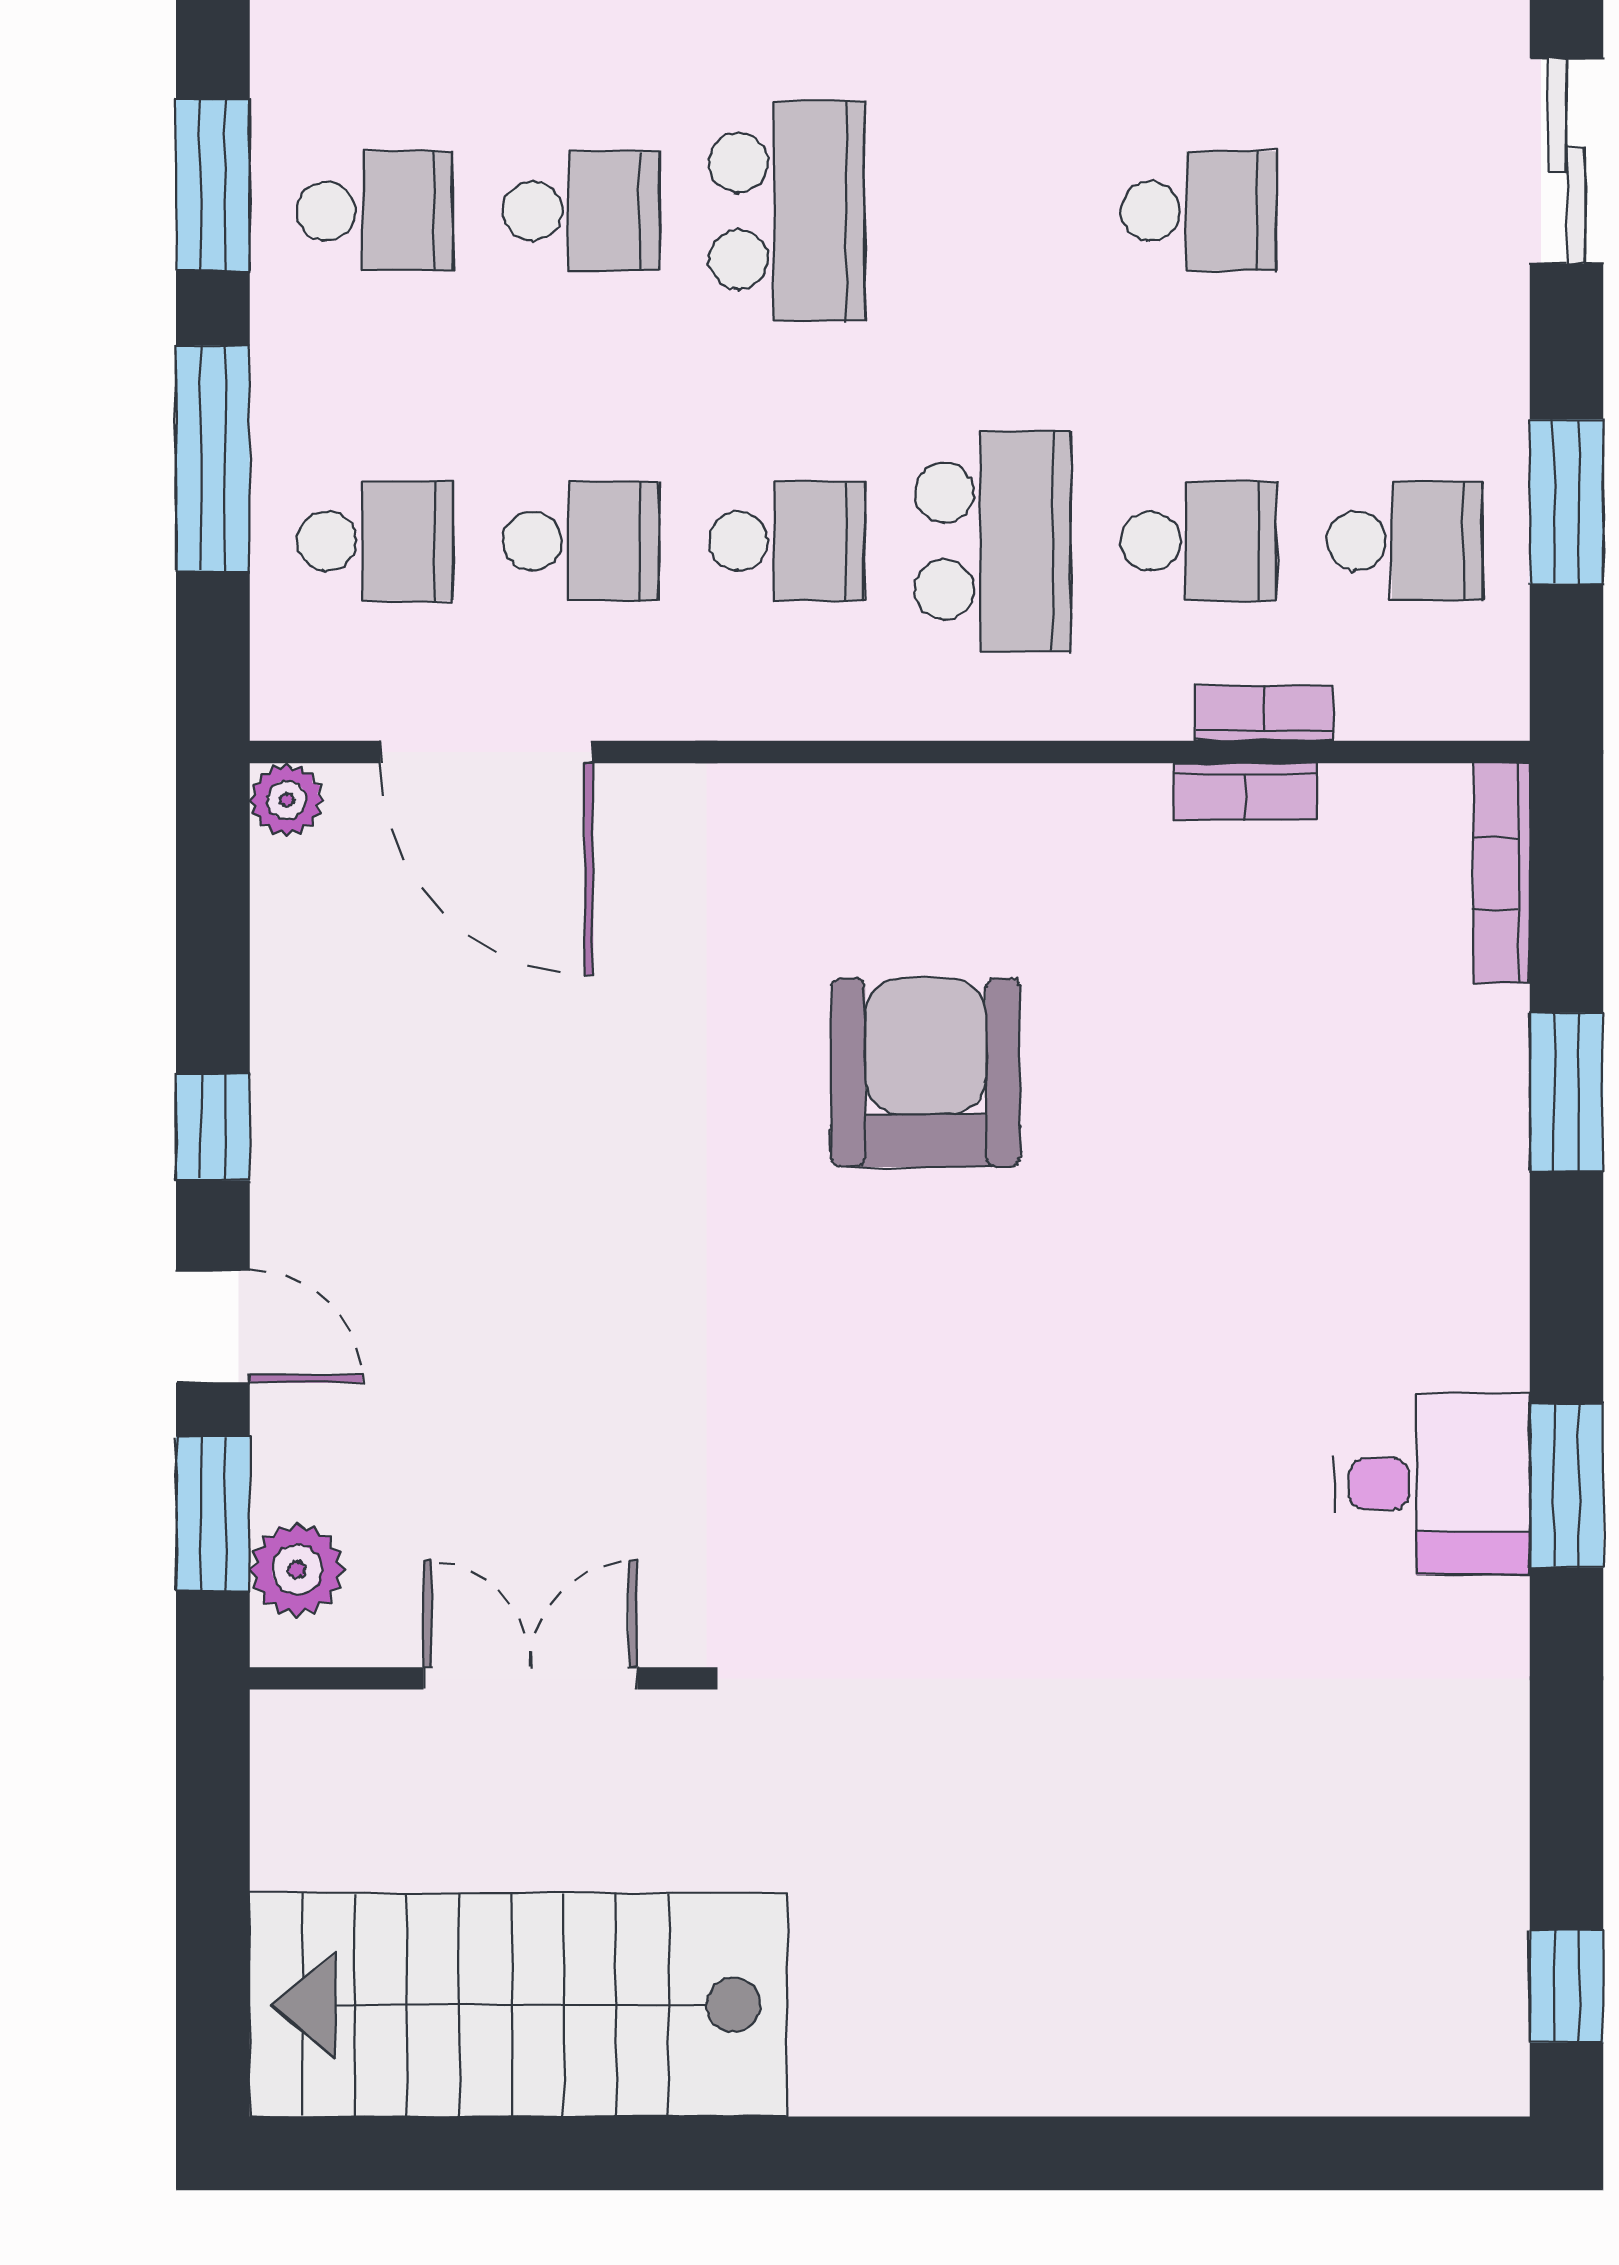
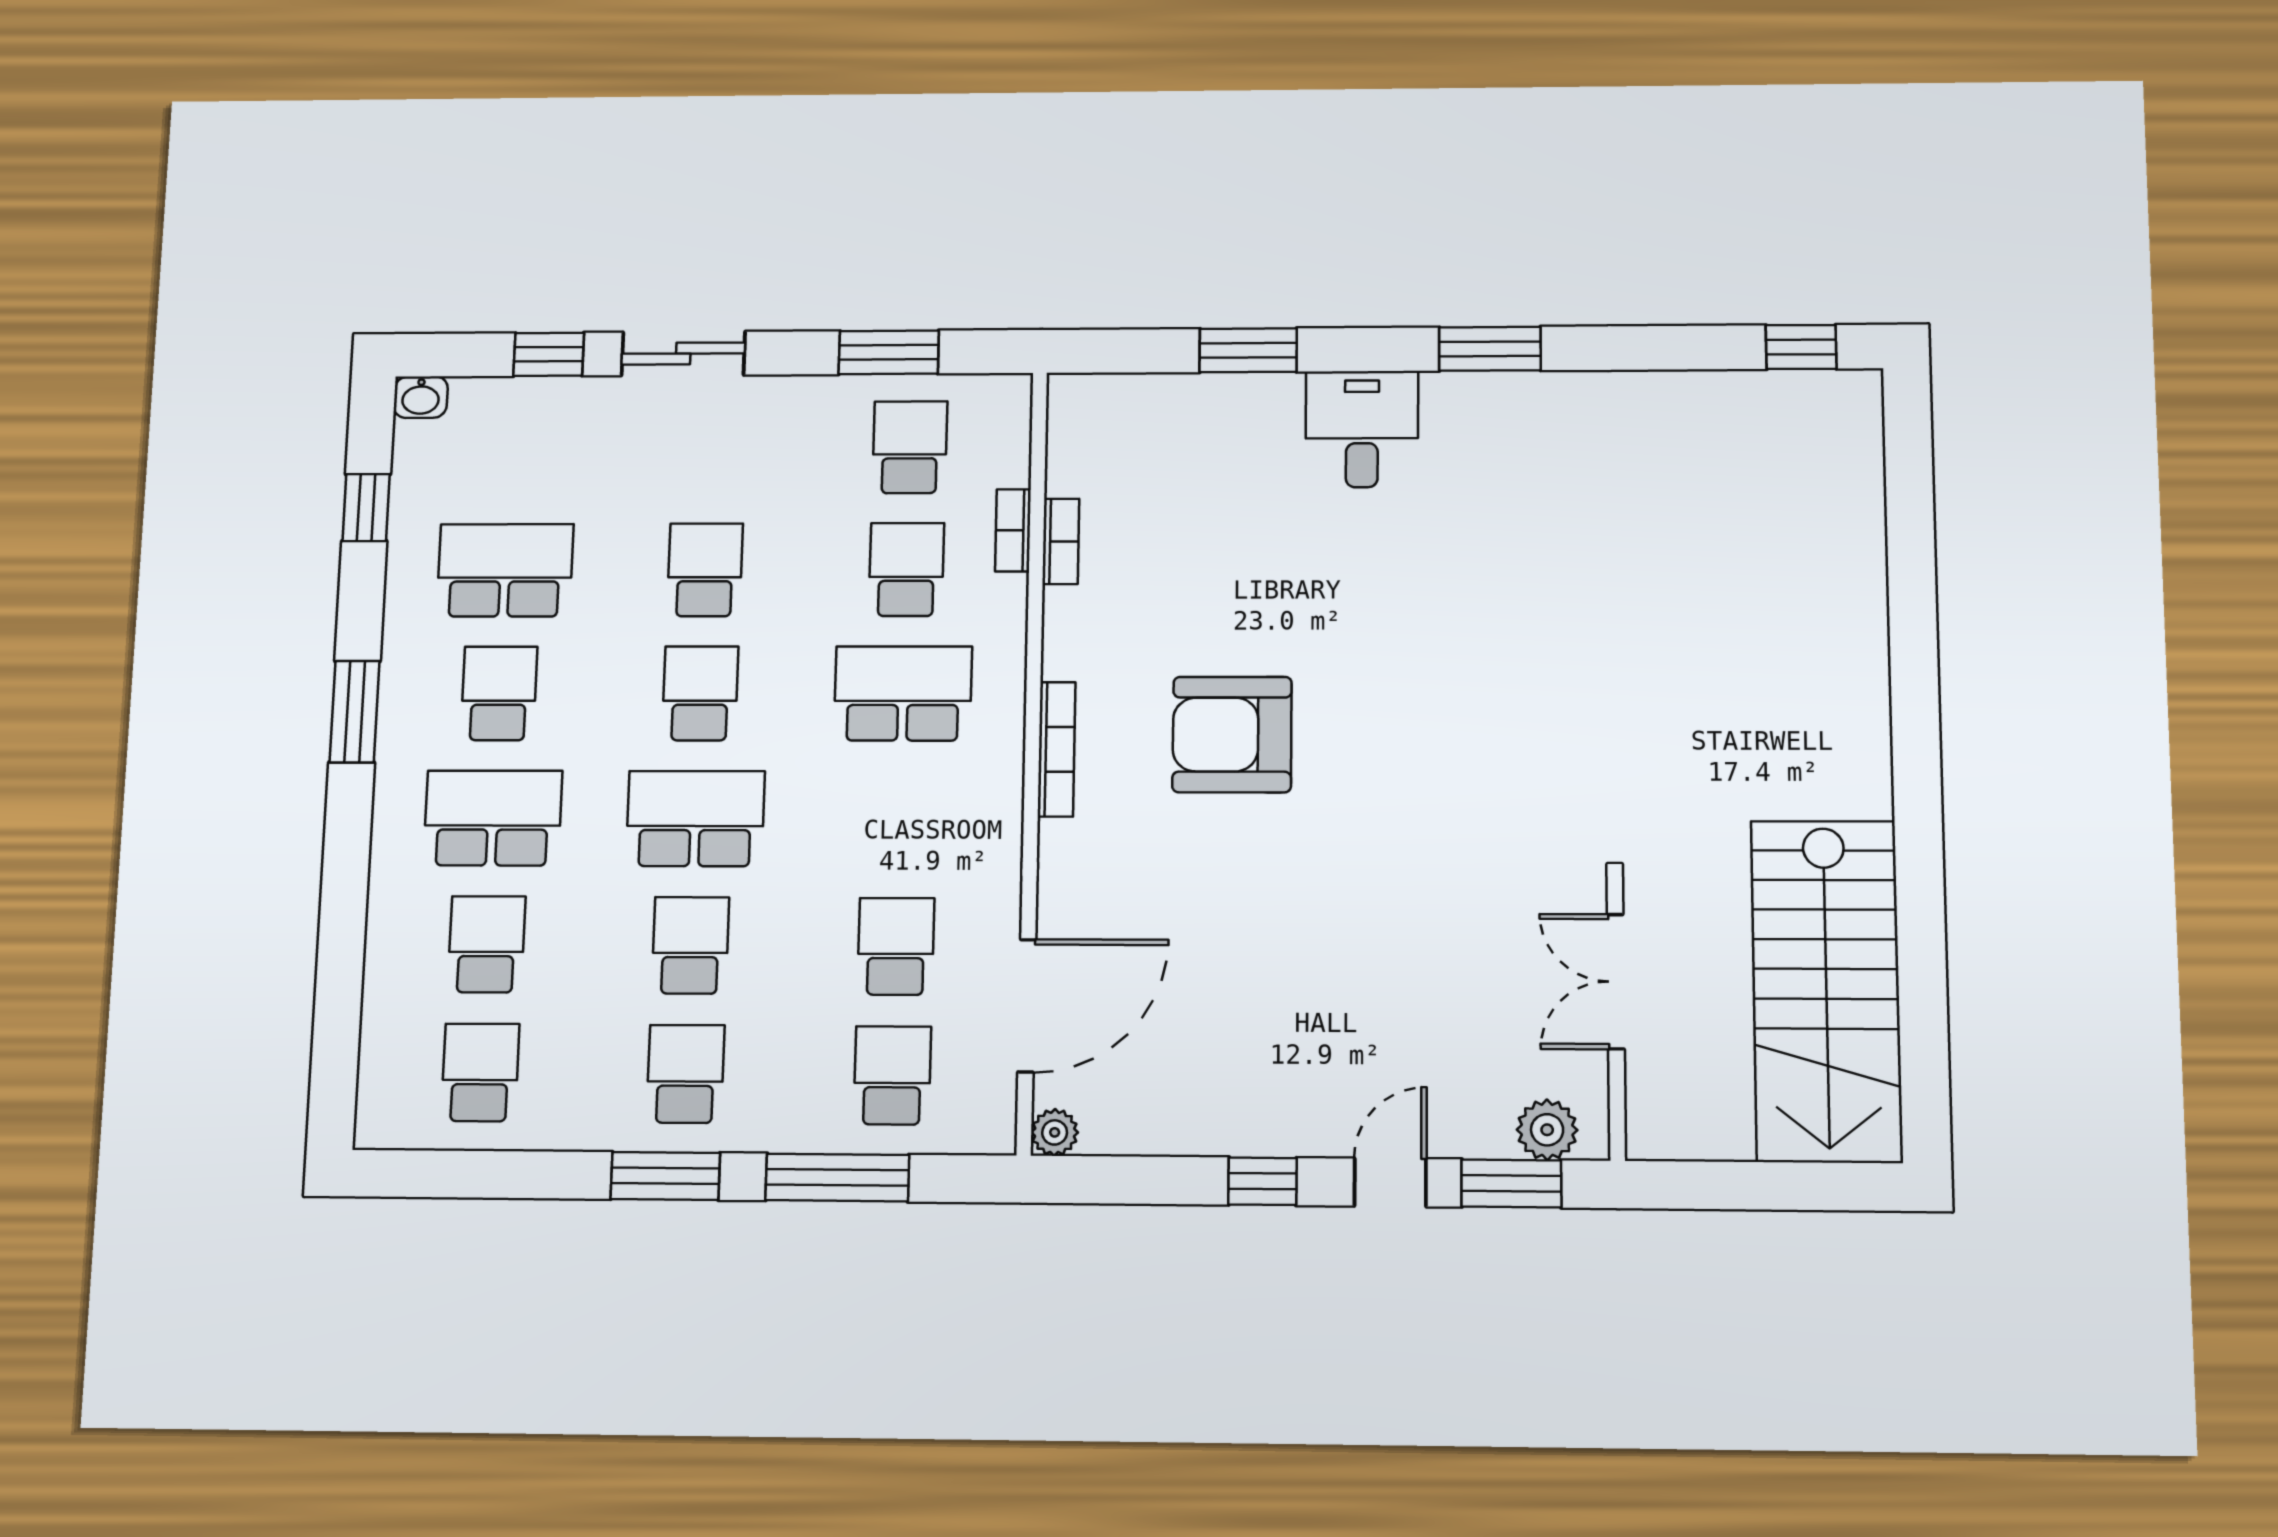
school desk: (787, 541) -> (700, 693), moved
bookcase: (1502, 873) -> (1057, 749), moved, turned -90
desk: (1432, 1484) -> (1362, 429), moved

